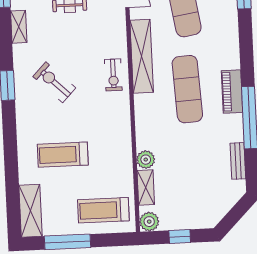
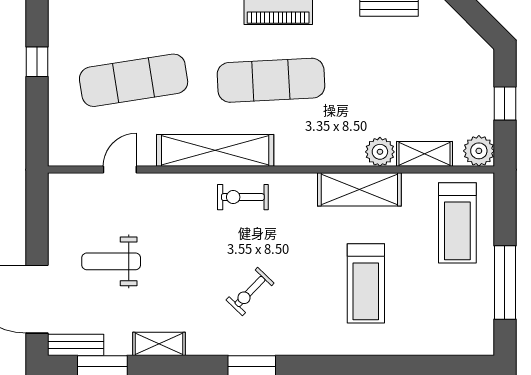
exercise bike: (113, 75) -> (243, 197), turned 180
exercise bike: (54, 82) -> (250, 292), width x0.73, depth x0.72
shelving: (31, 211) -> (359, 189), moved

